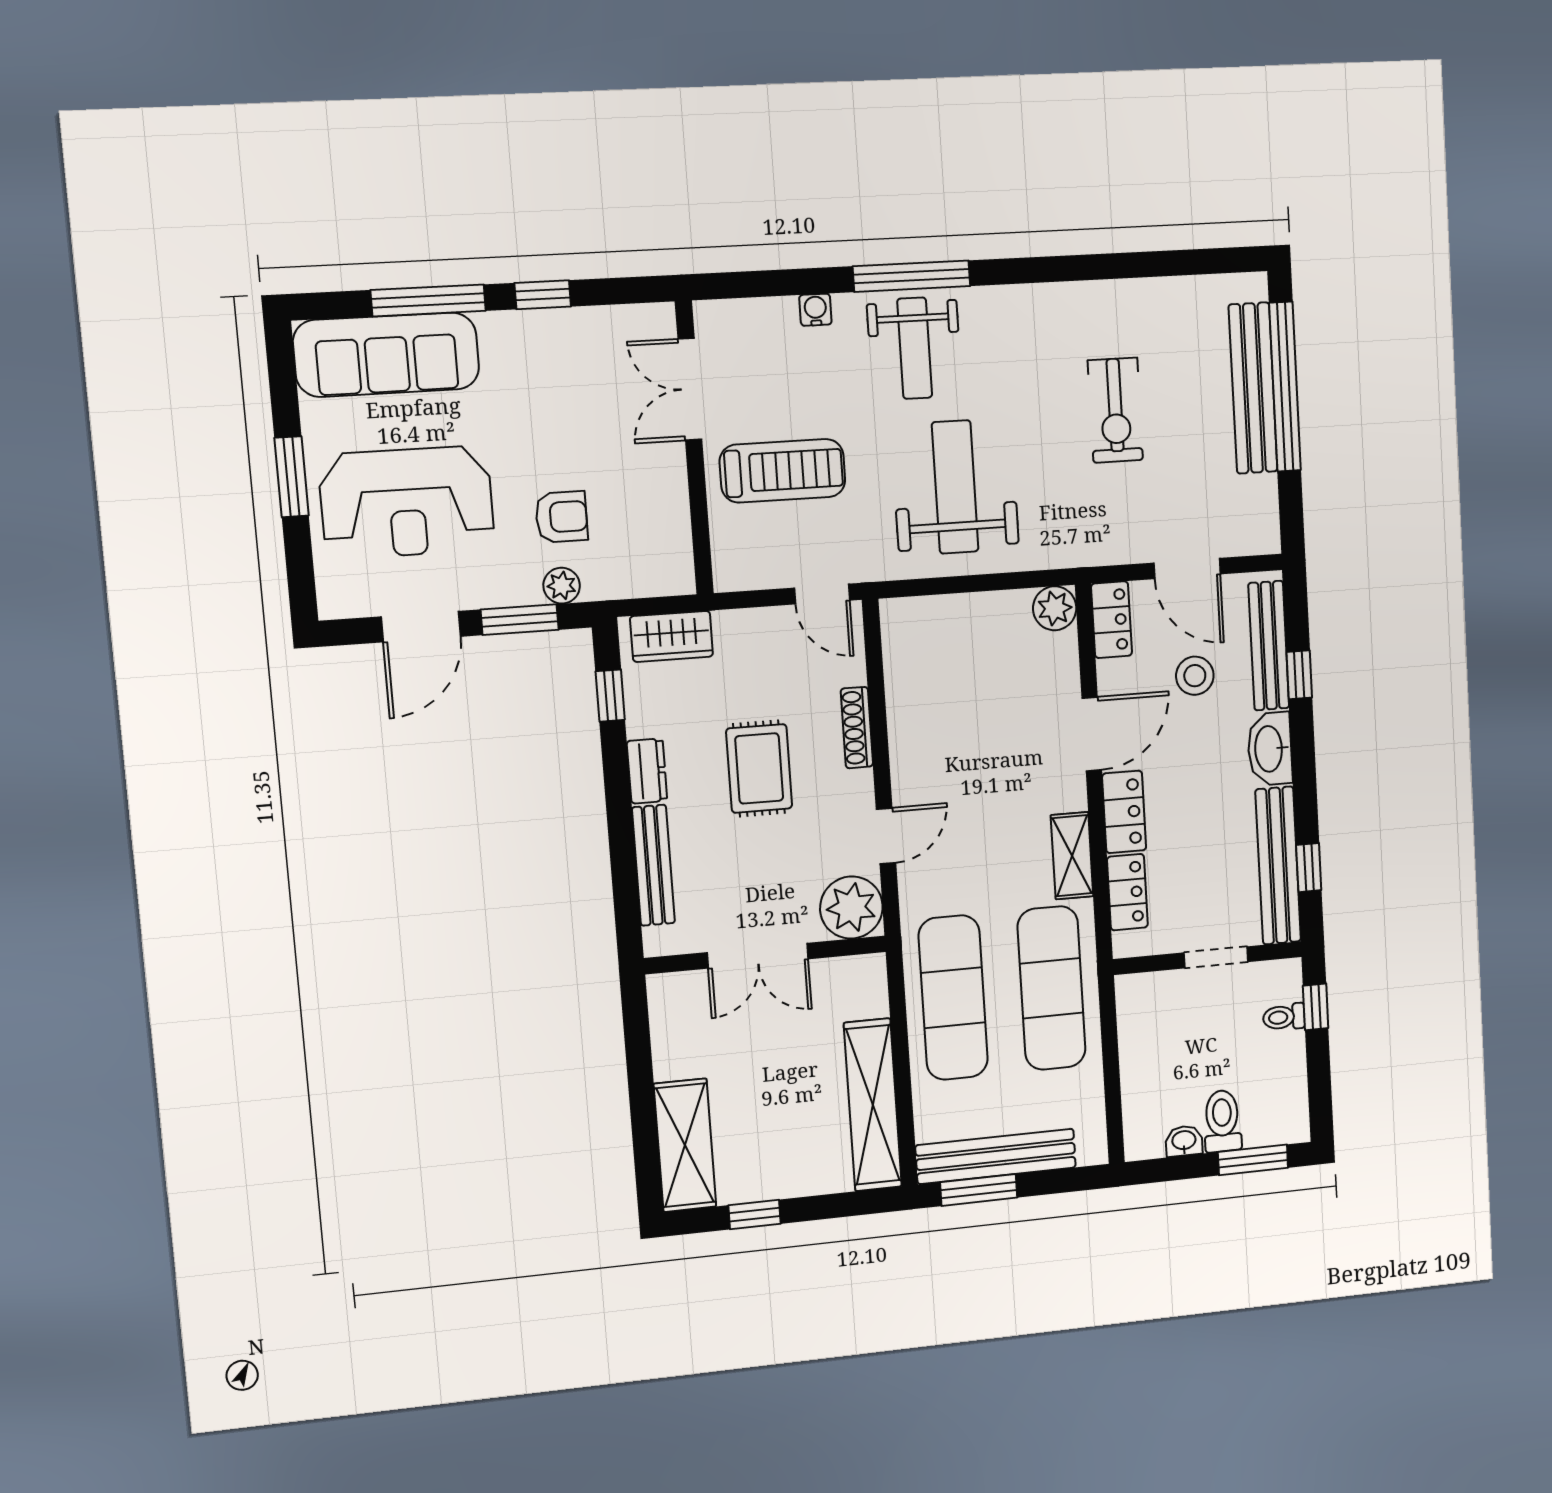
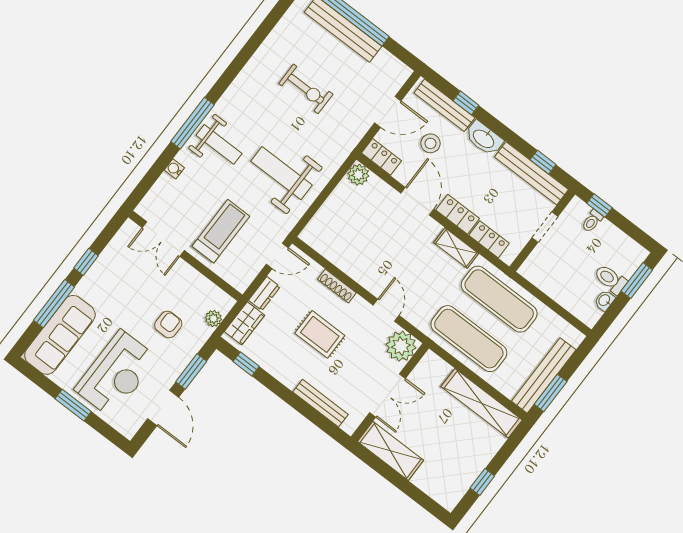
plant: (562, 586) -> (213, 319), moved
dresser: (647, 771) -> (264, 293), moved, turned 90
shelving: (685, 1145) -> (391, 451), moved

